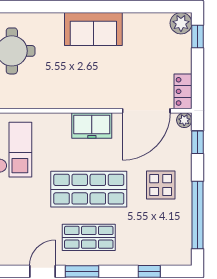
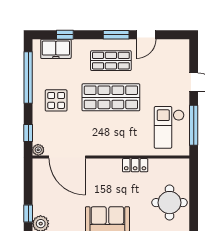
locker: (183, 91) -> (135, 165), moved, turned 90
door: (146, 111) -> (67, 157), swing flipped
freezer: (92, 126) -> (56, 49), moved, turned 180

